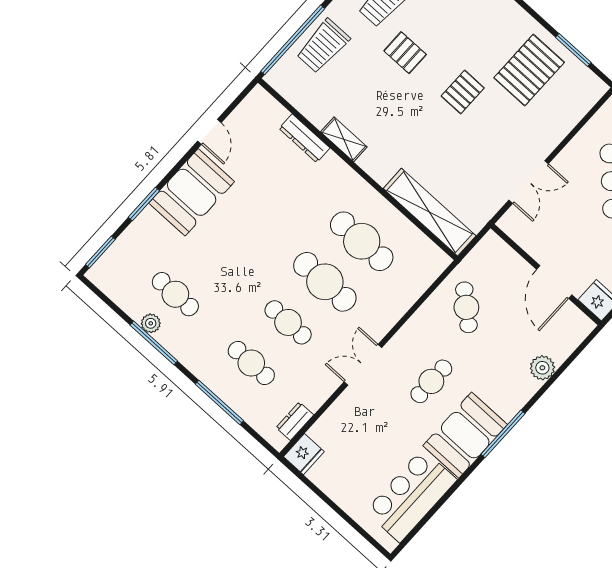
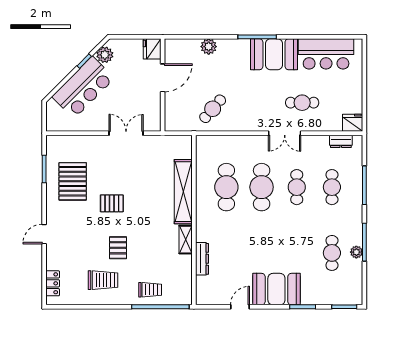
trolley: (323, 46) -> (150, 290), width x0.73, depth x0.72
pallet: (529, 70) -> (73, 181), turned 90
shelving: (430, 212) -> (183, 192), moved
cafe table: (431, 381) -> (302, 103), moved

